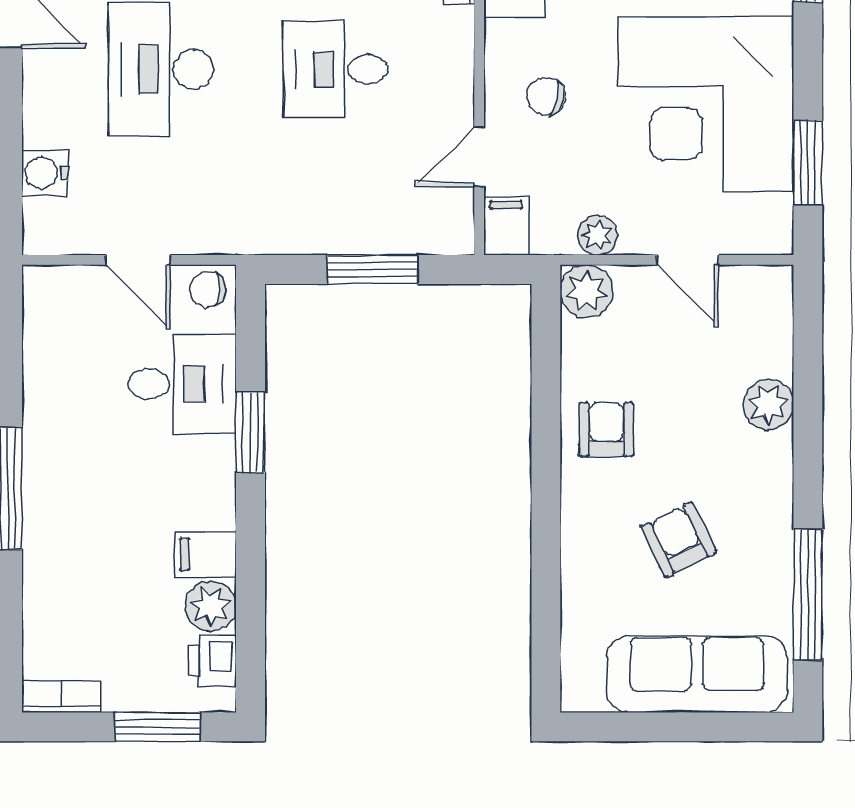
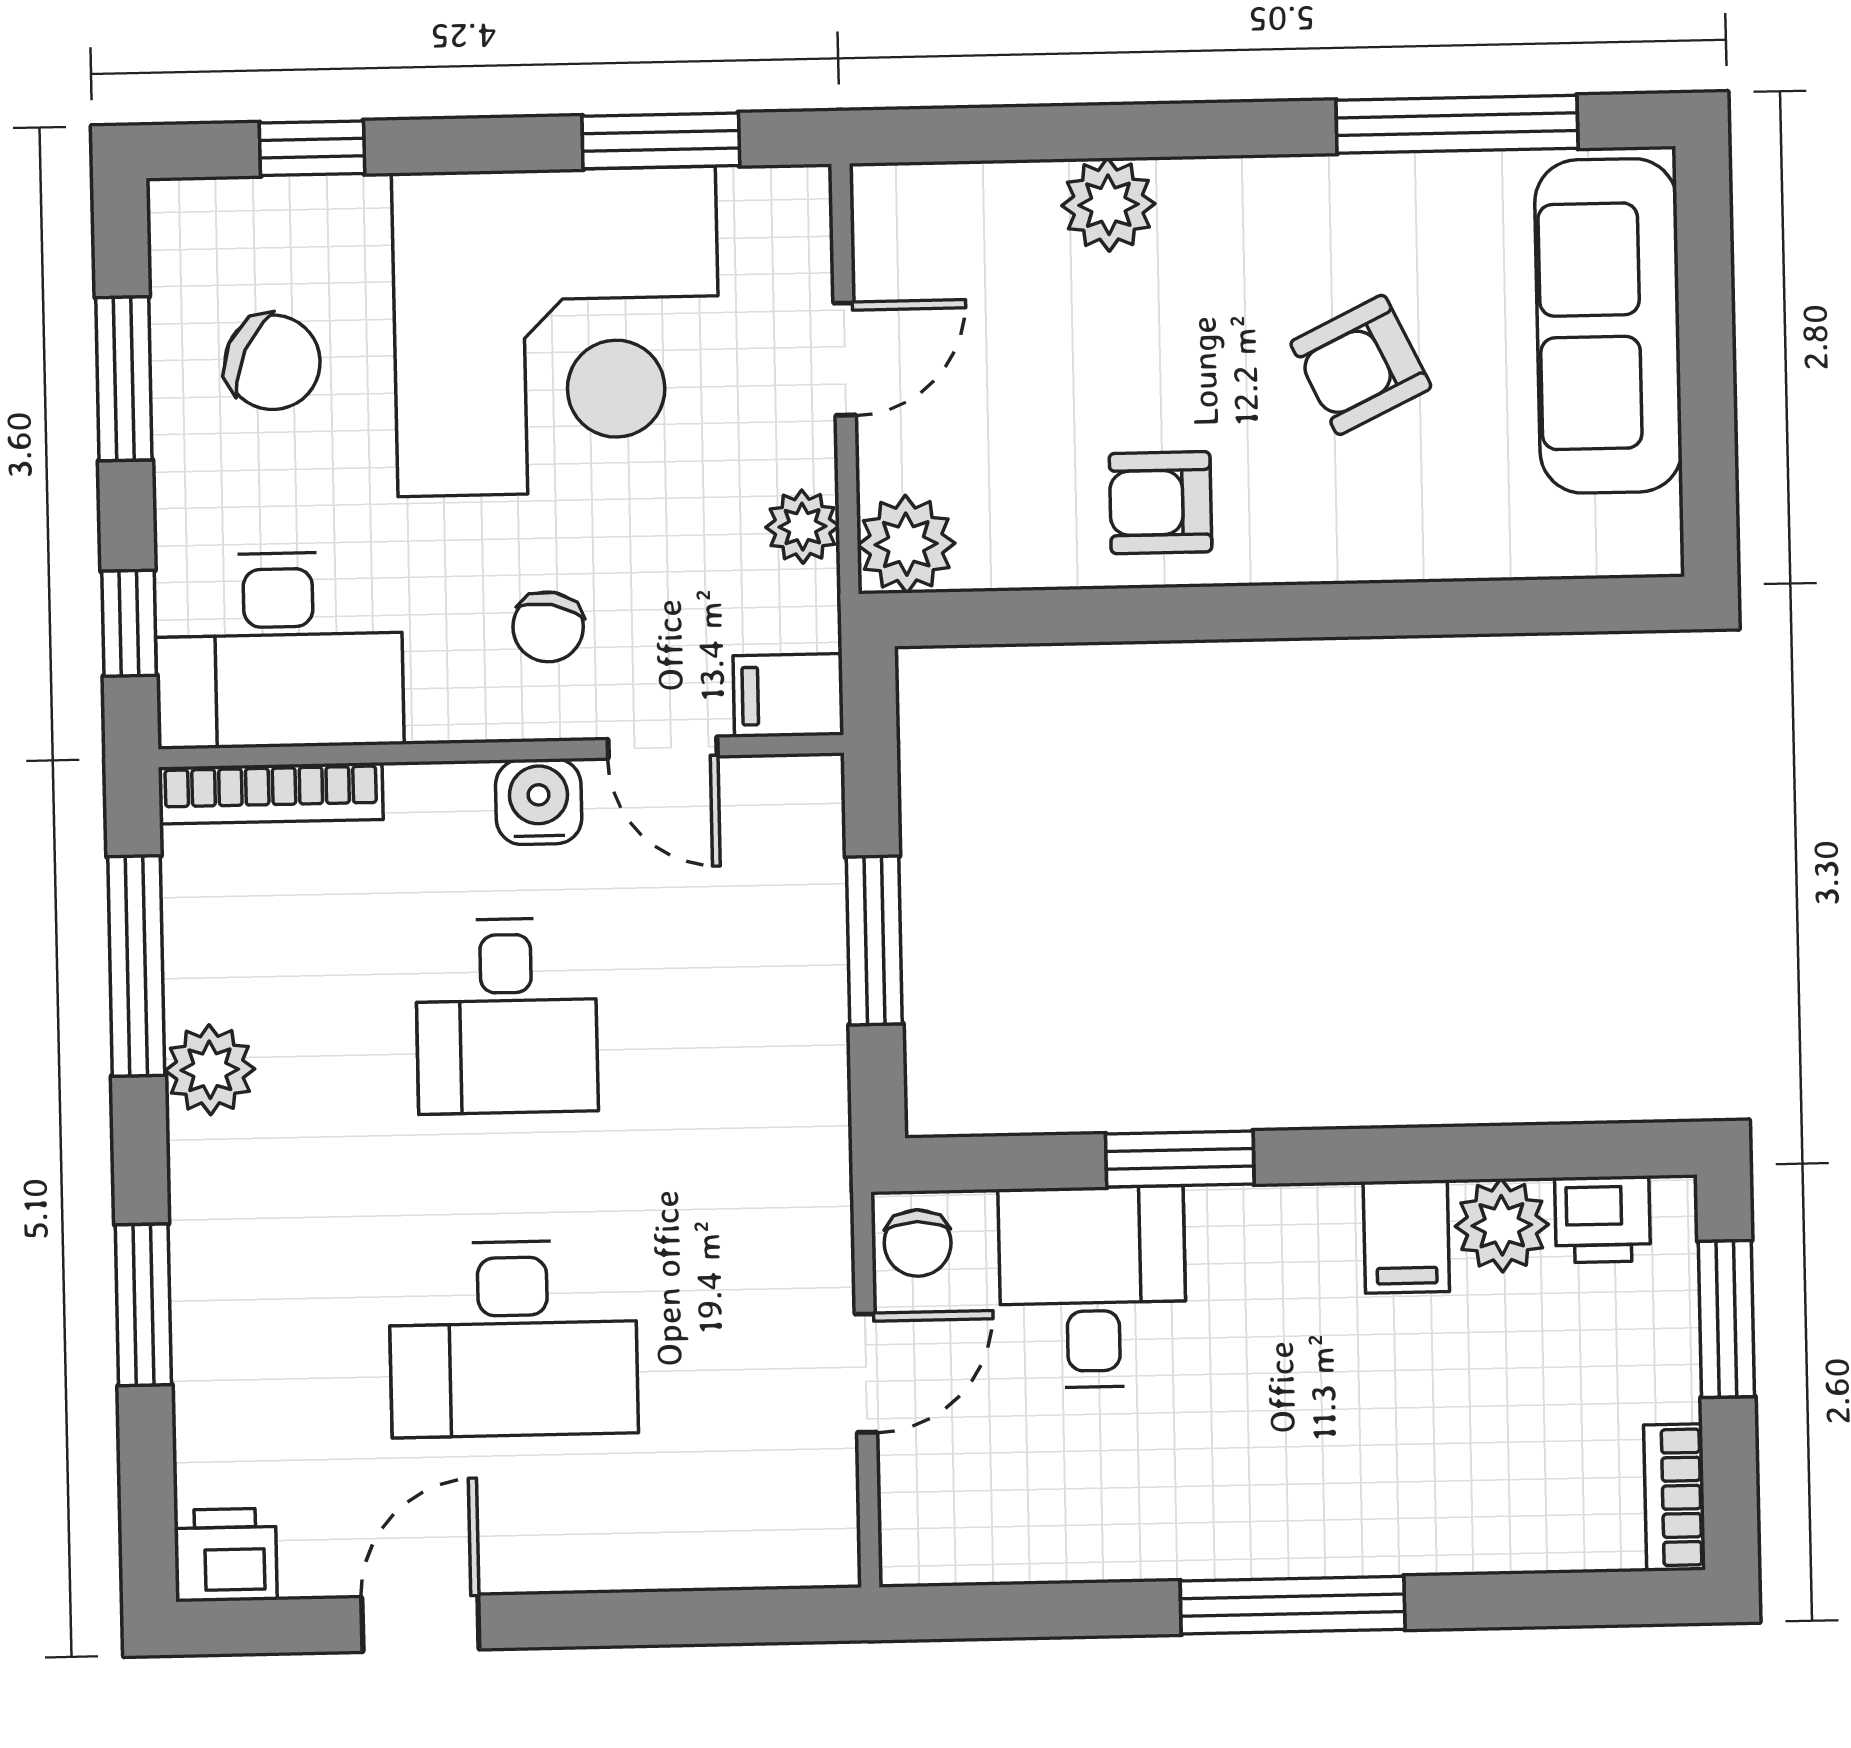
water cooler: (45, 173) -> (539, 802), moved, turned 180

